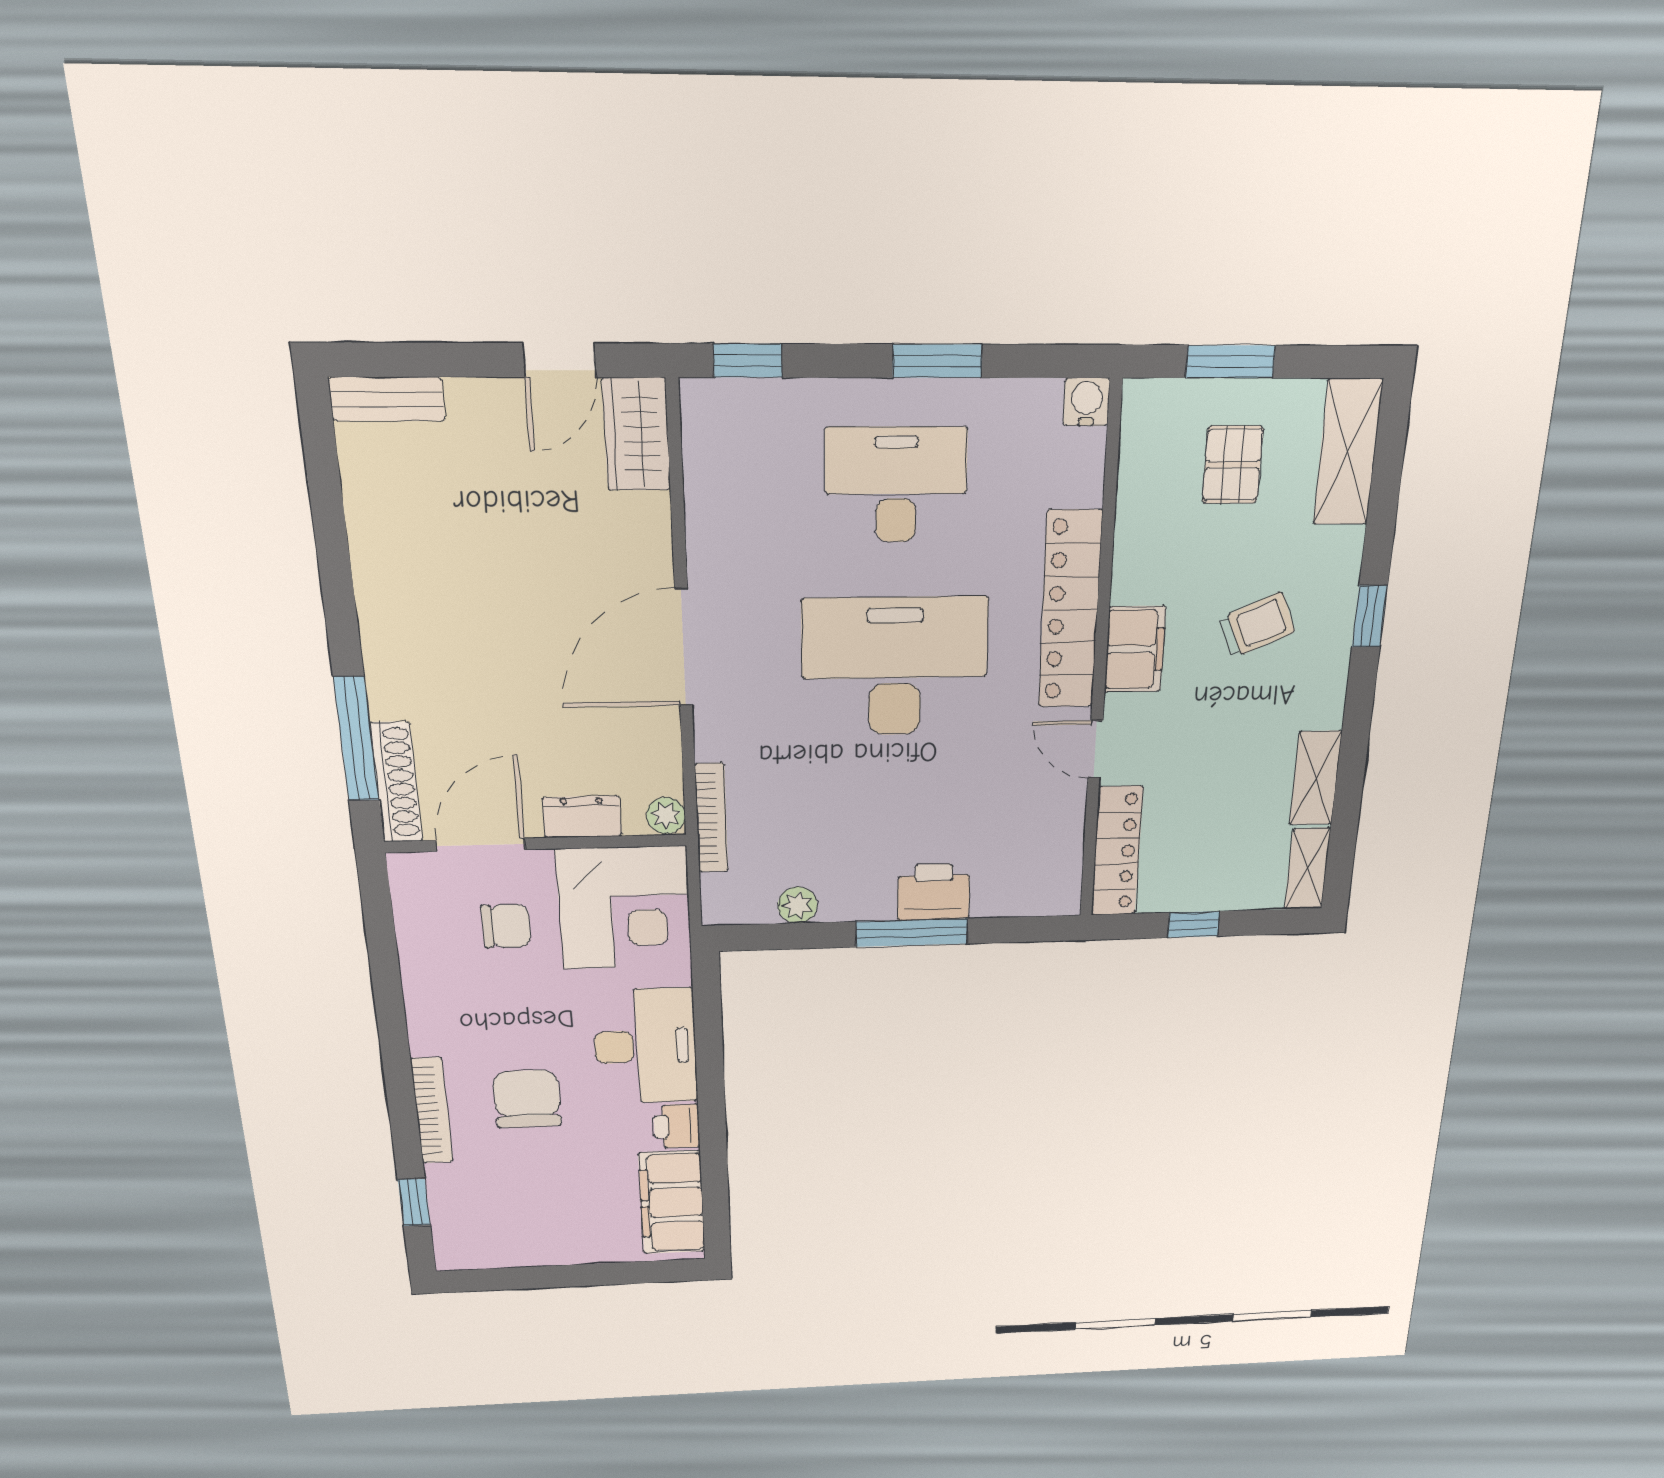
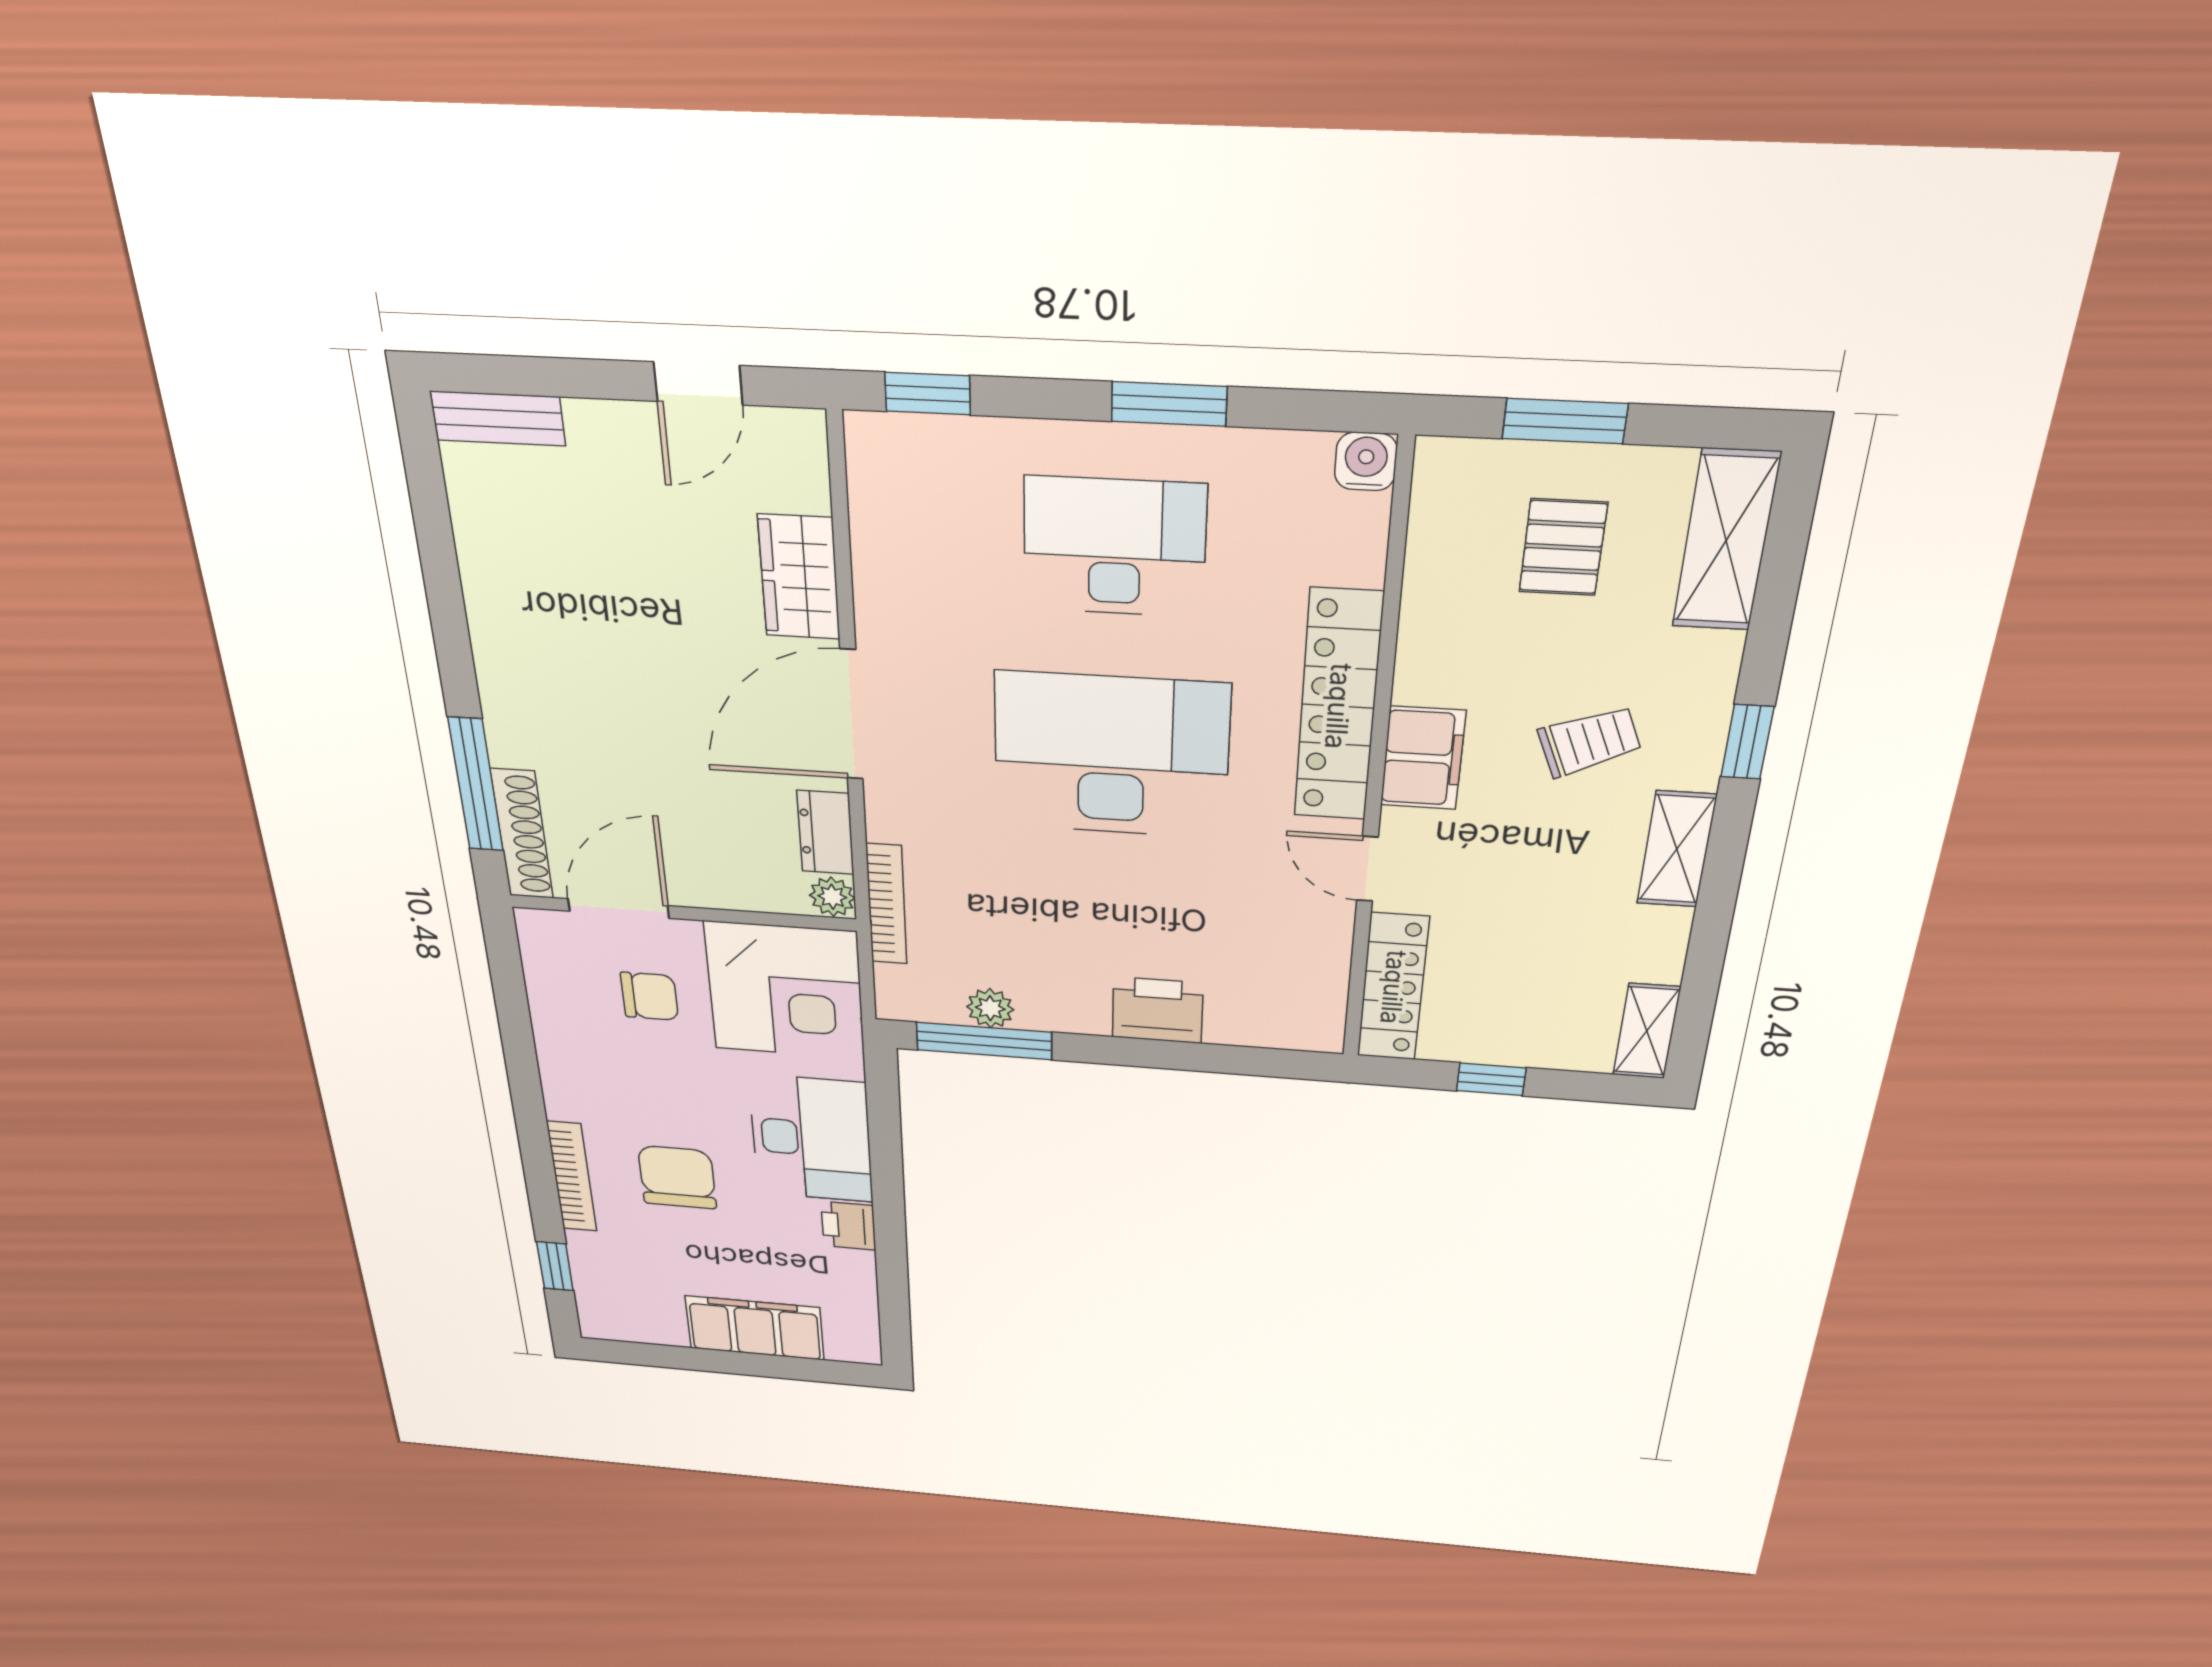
wardrobe: (636, 434) -> (799, 577), moved
shelving: (1316, 778) -> (1677, 849), moved
dresser: (582, 817) -> (825, 833), moved, turned -90
window: (912, 933) -> (984, 1041), moved
filing cabinet: (672, 1202) -> (755, 1328), moved, turned 90

